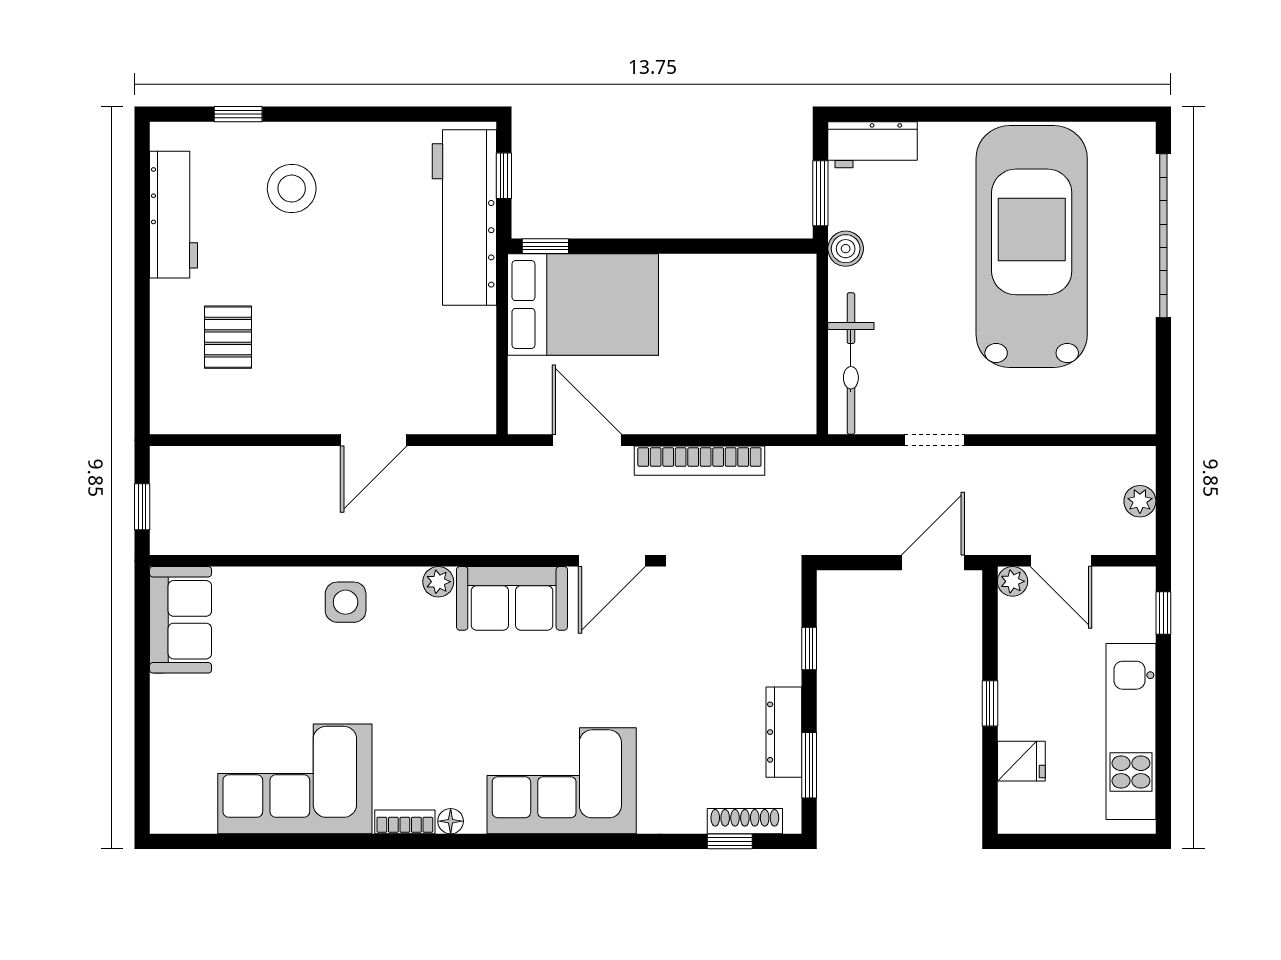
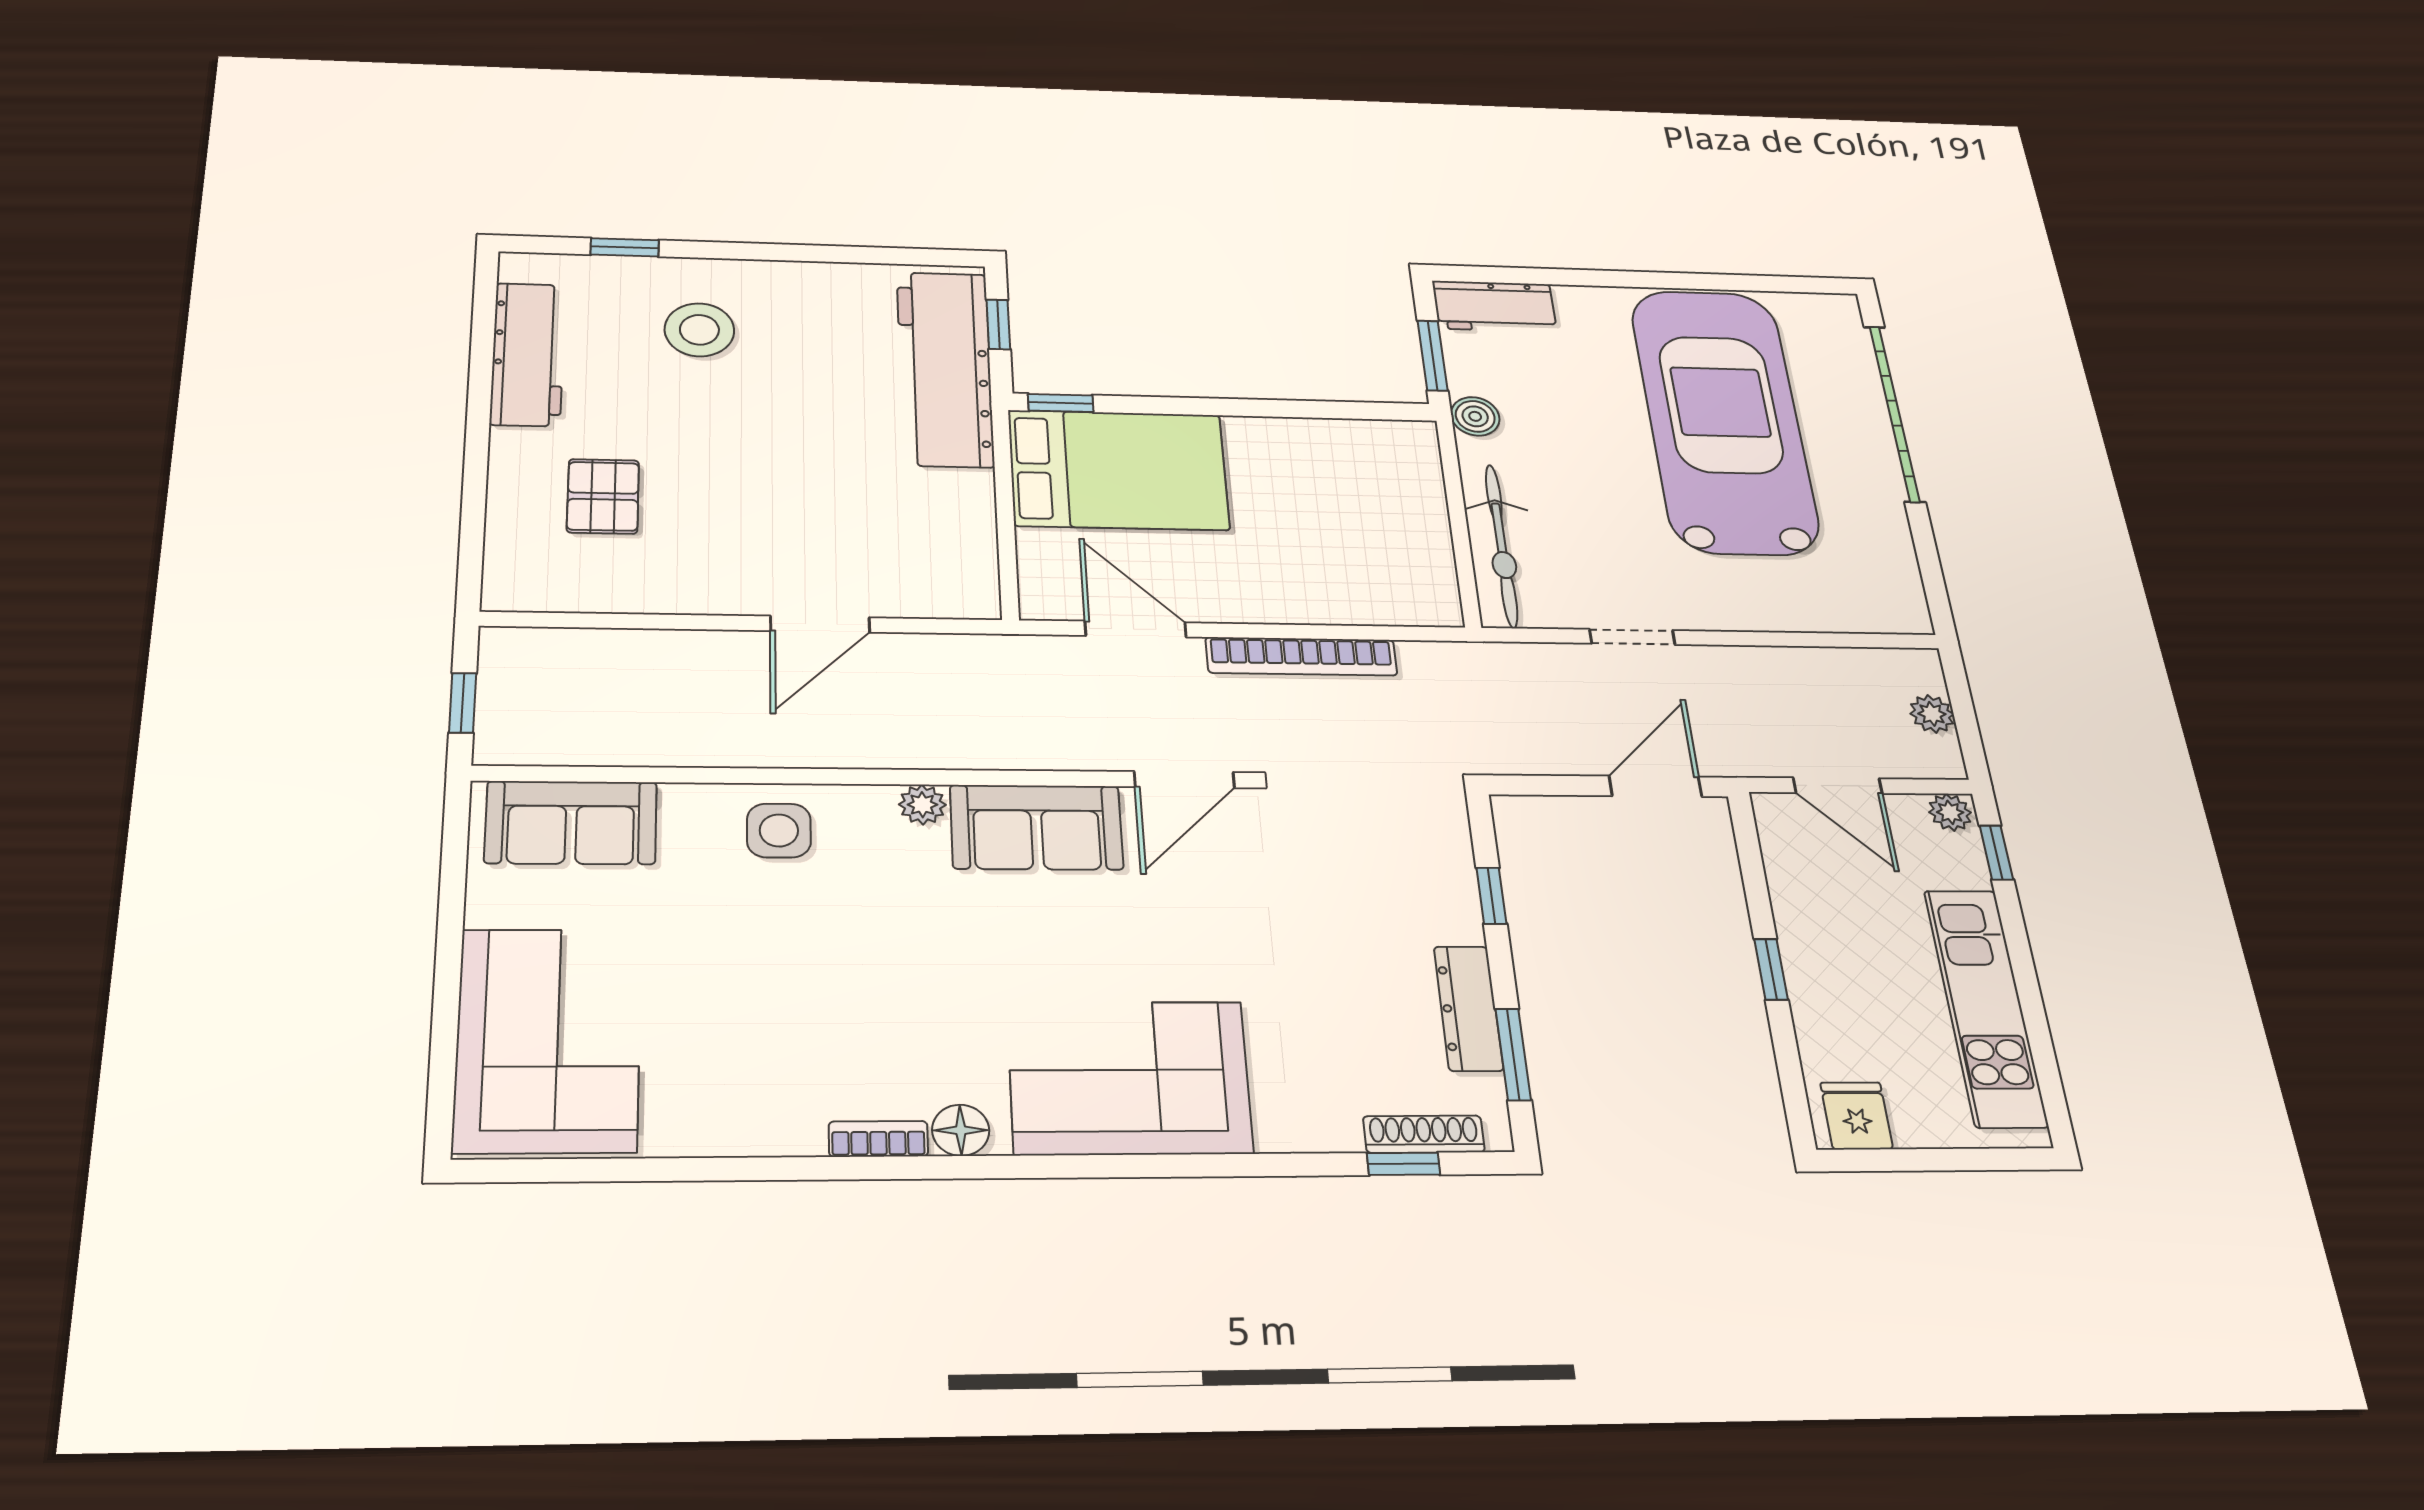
plant: (1013, 581) -> (1950, 812), moved
sofa: (181, 620) -> (571, 822), moved, turned 90
fridge: (1021, 761) -> (1856, 1116), moved, turned -90
corner sofa: (295, 779) -> (548, 1040), moved, turned 90
floor lamp: (451, 821) -> (961, 1130), width x1.37, depth x1.37

